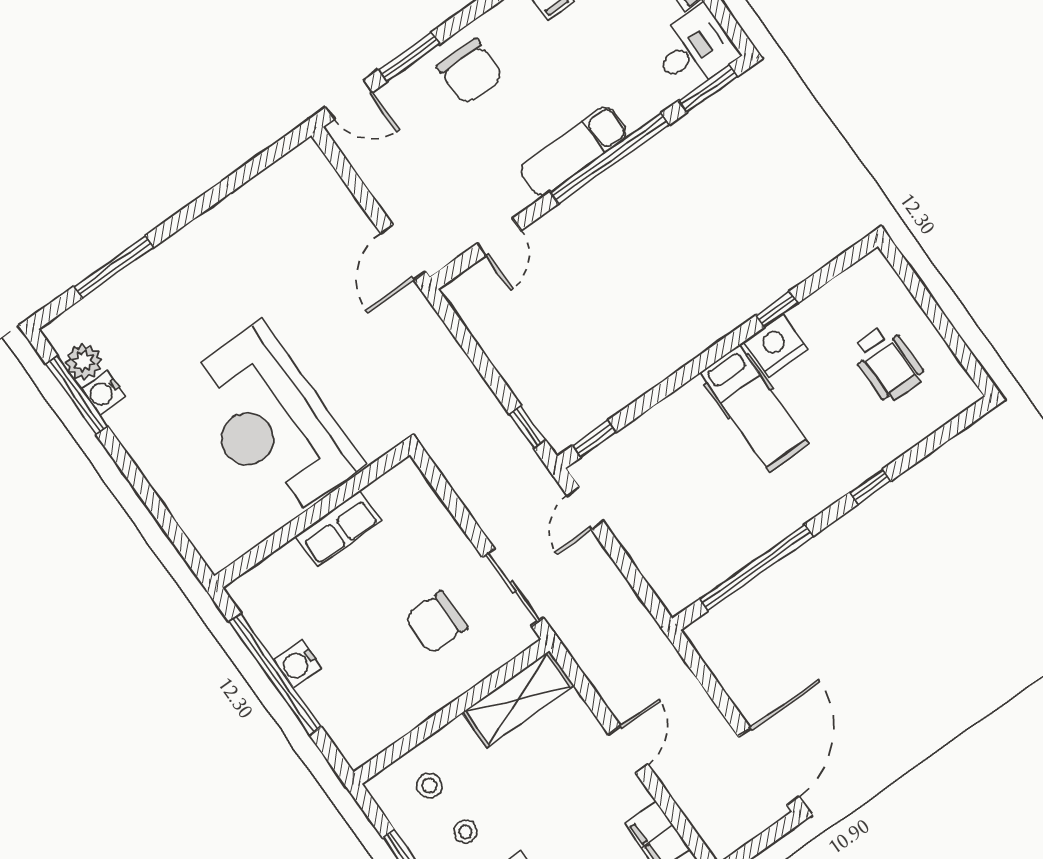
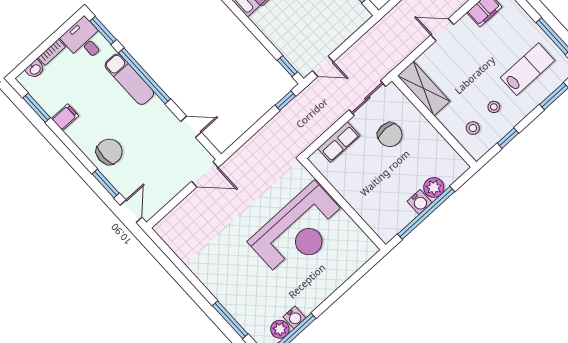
exam couch: (574, 151) -> (129, 79), moved
row of seats: (338, 529) -> (339, 142), moved, turned 90
plant: (323, 695) -> (434, 188), added

